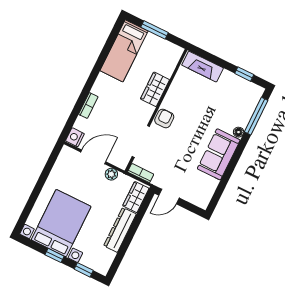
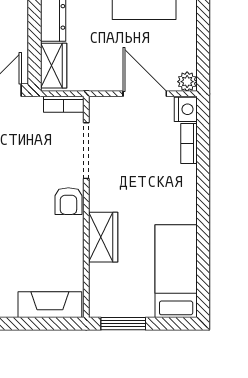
window: (154, 30) -> (123, 324), moved
bookcase: (88, 106) -> (189, 144), moved
door: (93, 157) -> (145, 94), swing flipped
plant: (111, 174) -> (187, 82), moved

